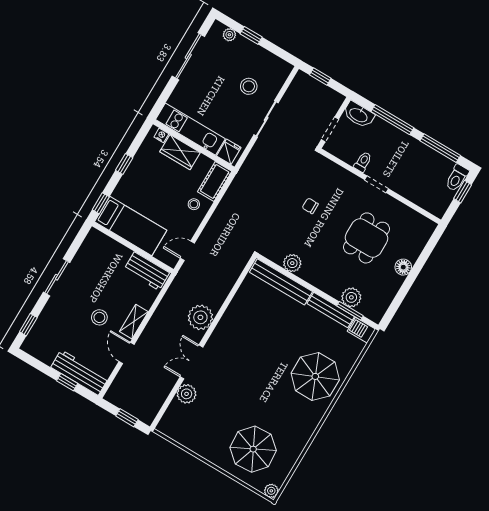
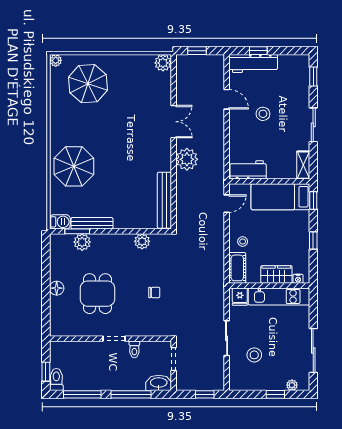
bench: (281, 282) -> (164, 200), moved, turned 90
shelving: (134, 322) -> (303, 165), moved
plant: (187, 394) -> (163, 63), moved

